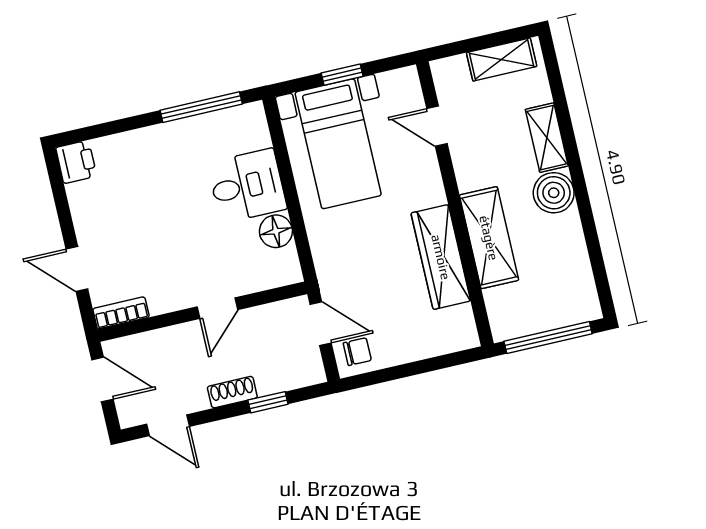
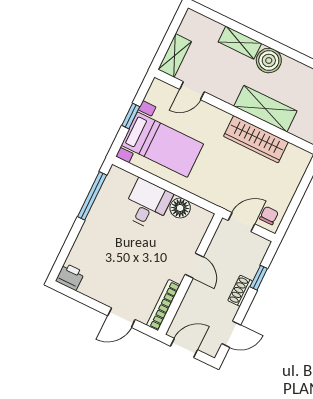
shelving: (502, 59) -> (175, 55), moved
bookcase: (121, 313) -> (163, 305), width x1.56

